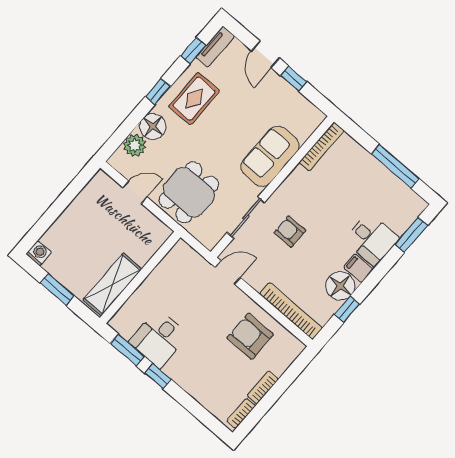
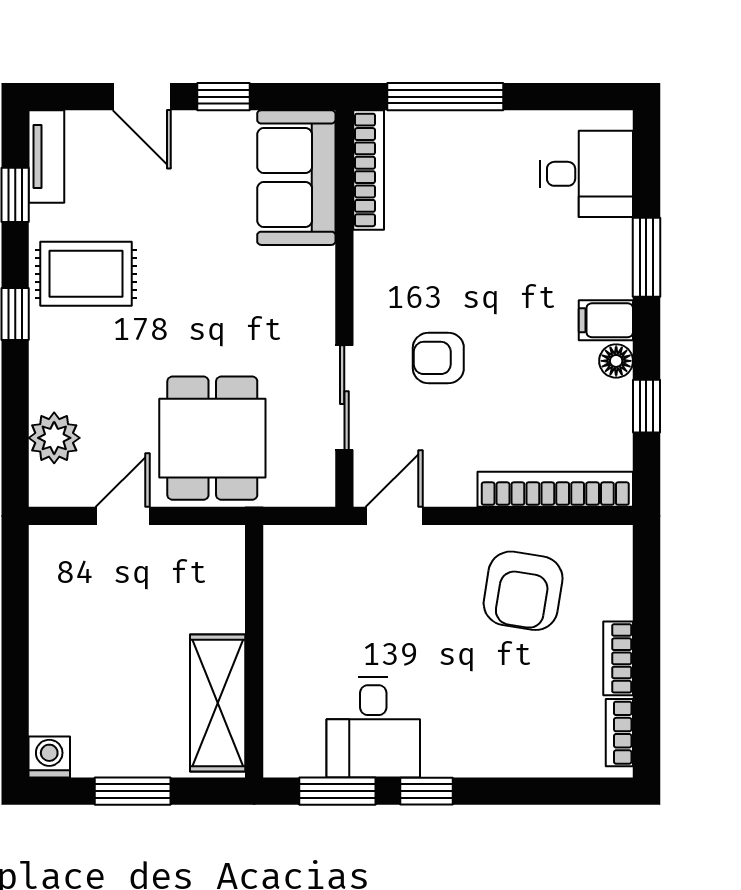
rug: (194, 99) -> (86, 274), turned 90
floor lamp: (153, 127) -> (57, 380), removed
sofa: (270, 156) -> (296, 178), moved
window: (395, 166) -> (445, 97), moved
window: (411, 235) -> (646, 257), moved
desk: (371, 239) -> (586, 174), moved
floor lamp: (340, 286) -> (616, 361), width x0.53, depth x0.53
armchair: (250, 336) -> (523, 591), turned -81

